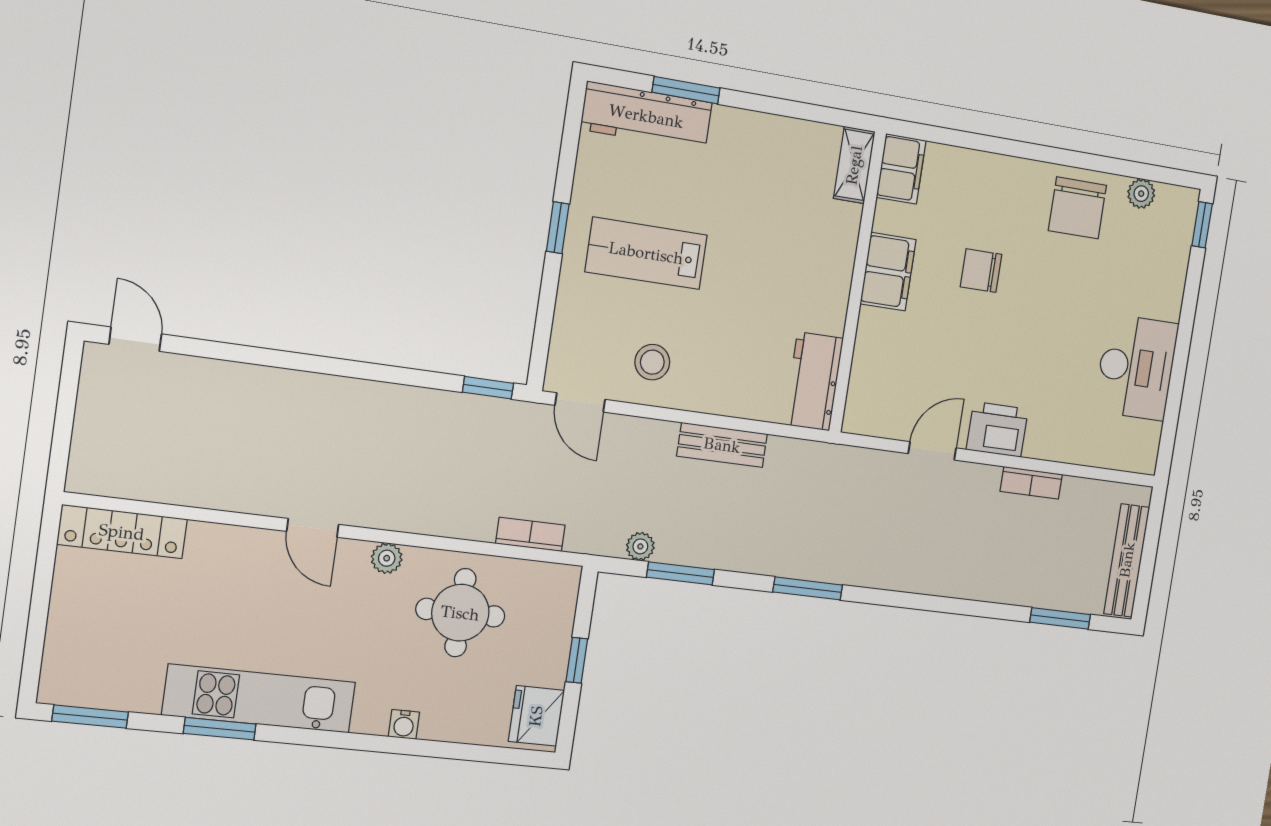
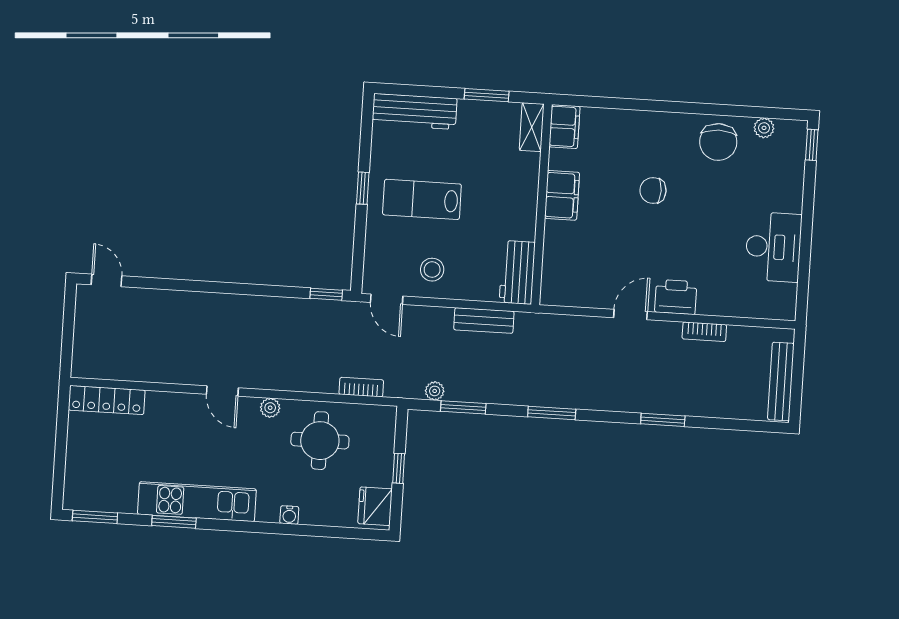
window: (686, 90) -> (487, 95), moved
shelving: (854, 165) -> (532, 127), moved
filing cabinet: (901, 169) -> (564, 127), moved
filing cabinet: (888, 272) -> (562, 195), moved
wall: (858, 283) -> (541, 204), moved
workbench: (814, 381) -> (517, 272), moved
window: (1060, 618) -> (663, 420), moved

